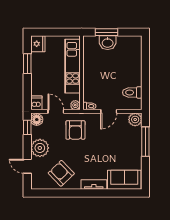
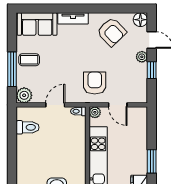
dishwasher: (36, 103) -> (141, 115), removed
floor lamp: (37, 120) -> (140, 20), moved
window: (27, 127) -> (152, 70), moved
plant: (40, 148) -> (142, 57), width x0.53, depth x0.53
coffee table: (131, 150) -> (29, 60), added

